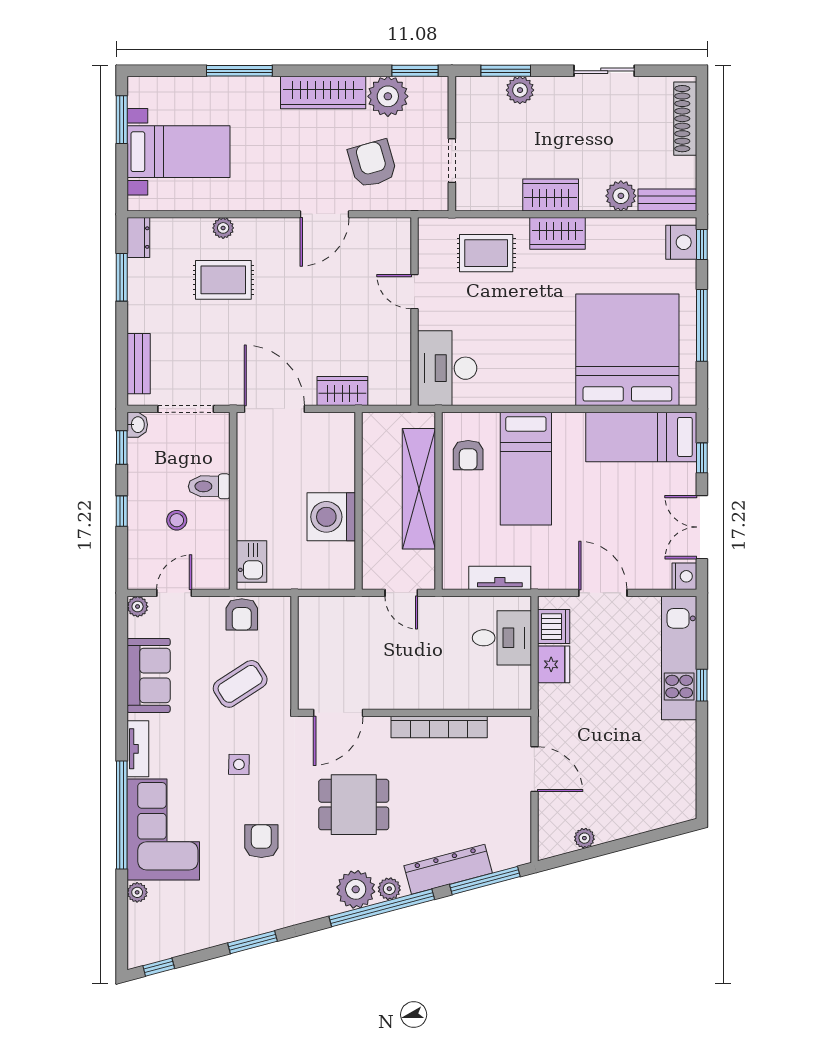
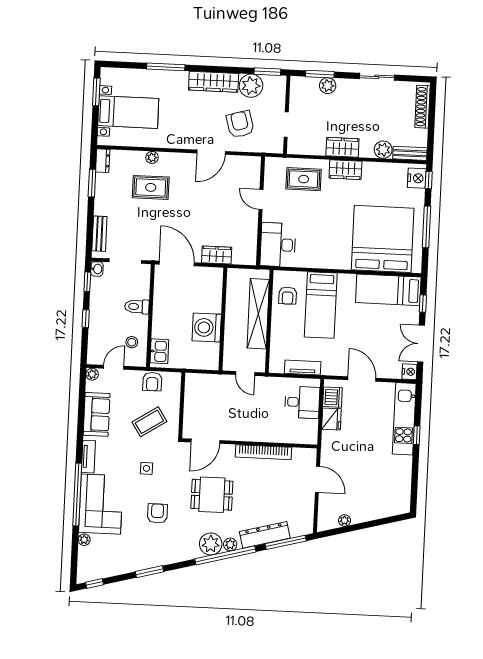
stool: (177, 520) -> (132, 342), moved

